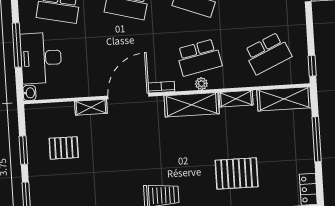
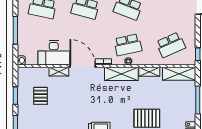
desk: (41, 58) -> (54, 53), moved, turned -90
door: (128, 96) -> (83, 66), hinge flipped
pallet: (64, 148) -> (40, 96), turned 90

